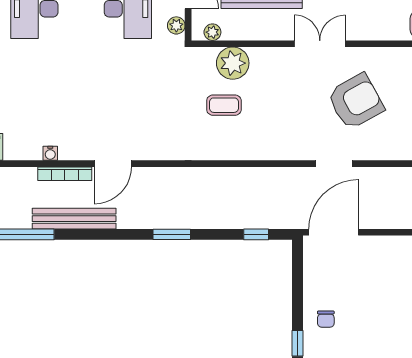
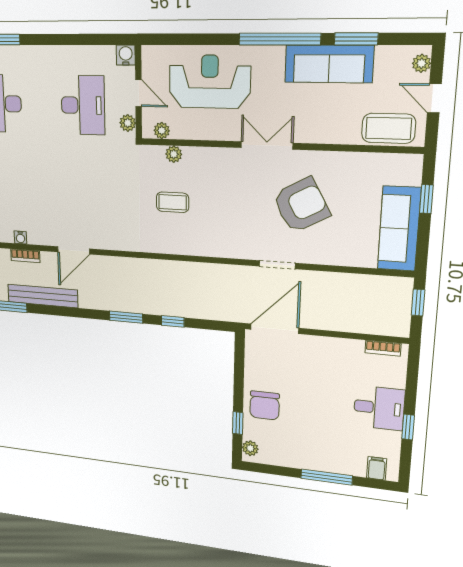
plant: (233, 63) -> (174, 154), width x0.53, depth x0.53
bookcase: (65, 174) -> (25, 256), width x0.64
window: (256, 234) -> (173, 321), moved
chair: (326, 319) -> (265, 405), width x1.87, depth x1.87

